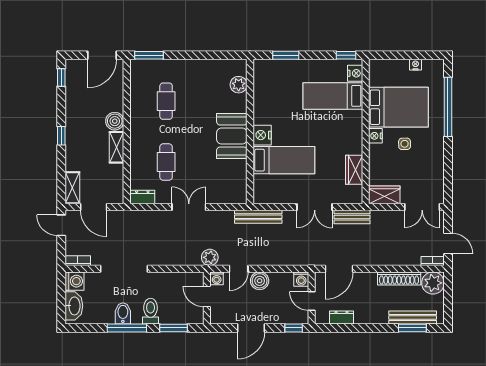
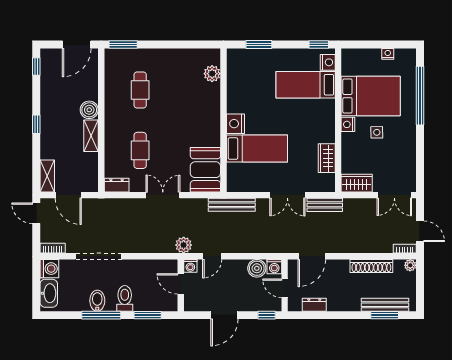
booth: (232, 136) -> (205, 170), moved
boiler: (260, 281) -> (257, 268), moved
plant: (433, 283) -> (410, 265), width x0.53, depth x0.53

